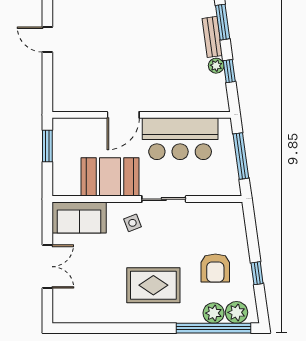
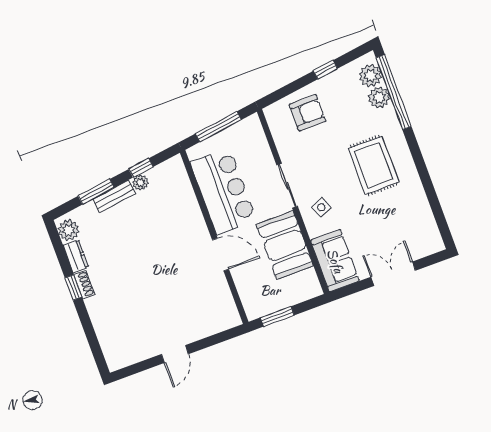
armchair: (215, 268) -> (307, 113), moved

